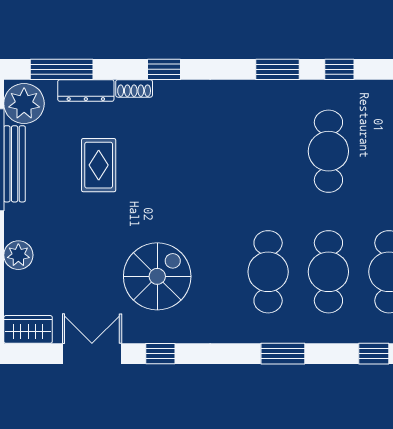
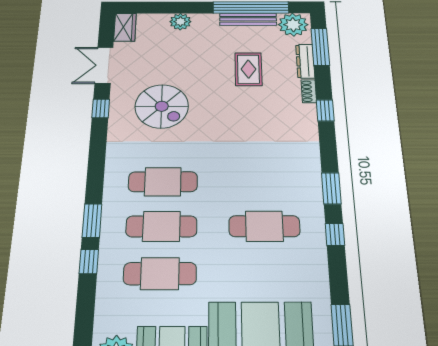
rug: (99, 165) -> (248, 69), turned 90
double door: (92, 354) -> (104, 65), swing flipped
window: (283, 354) -> (92, 221), moved

